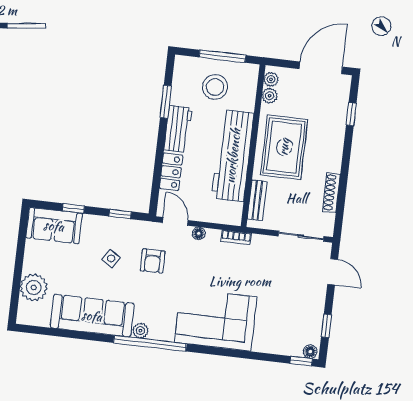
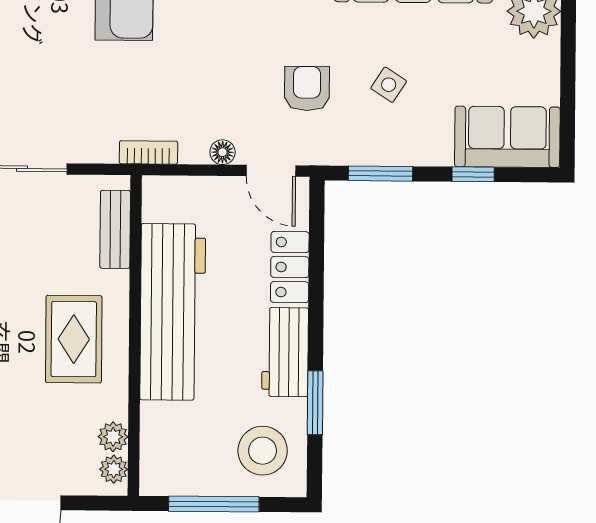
stool: (215, 87) -> (263, 451), moved
rug: (284, 147) -> (74, 339), width x0.73, depth x0.70
window: (120, 214) -> (380, 174), width x1.50

